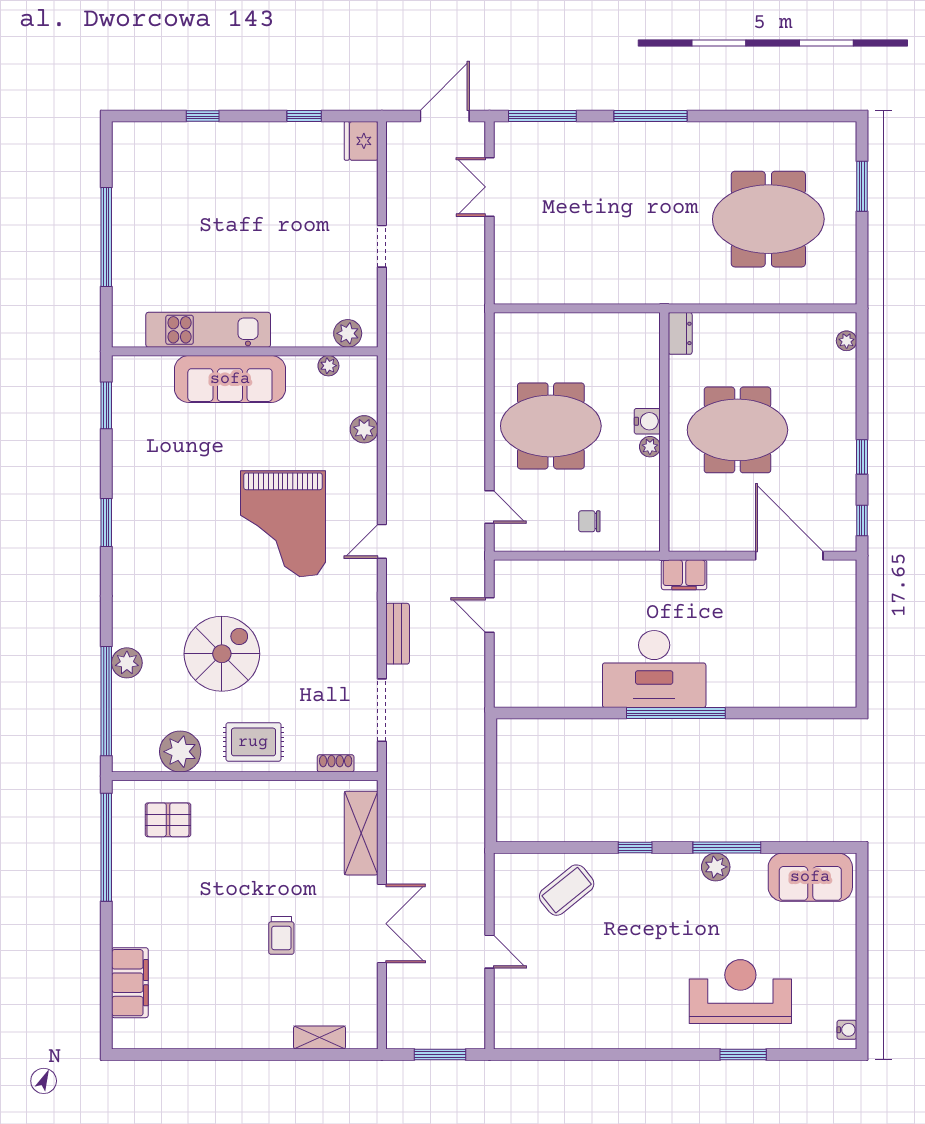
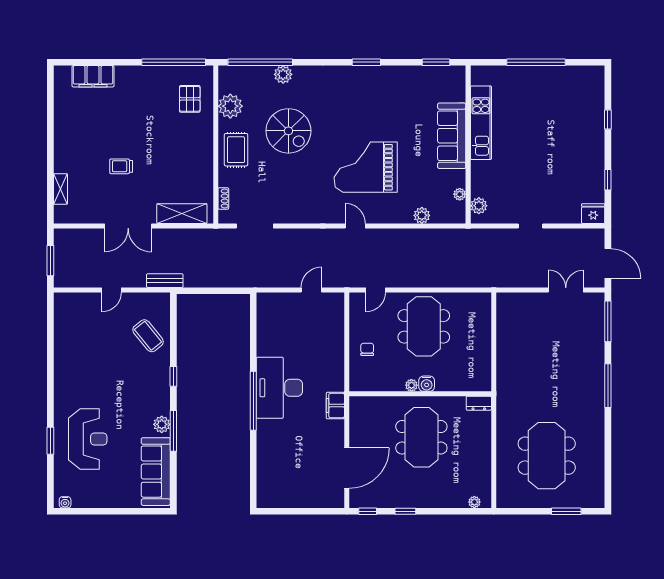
bench: (398, 634) -> (165, 281), moved
sofa: (810, 877) -> (156, 472), width x1.36

